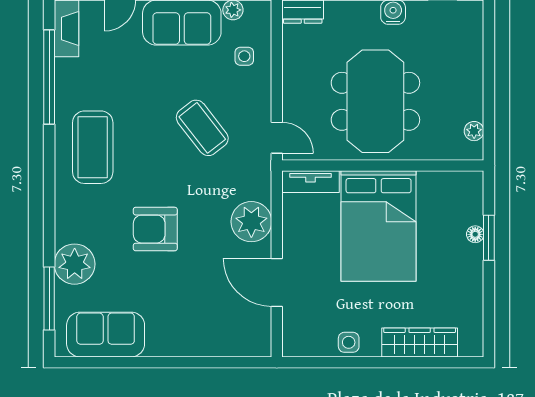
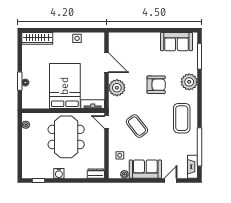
plant: (75, 264) -> (189, 82), moved
wardrobe: (420, 342) -> (37, 38), moved

